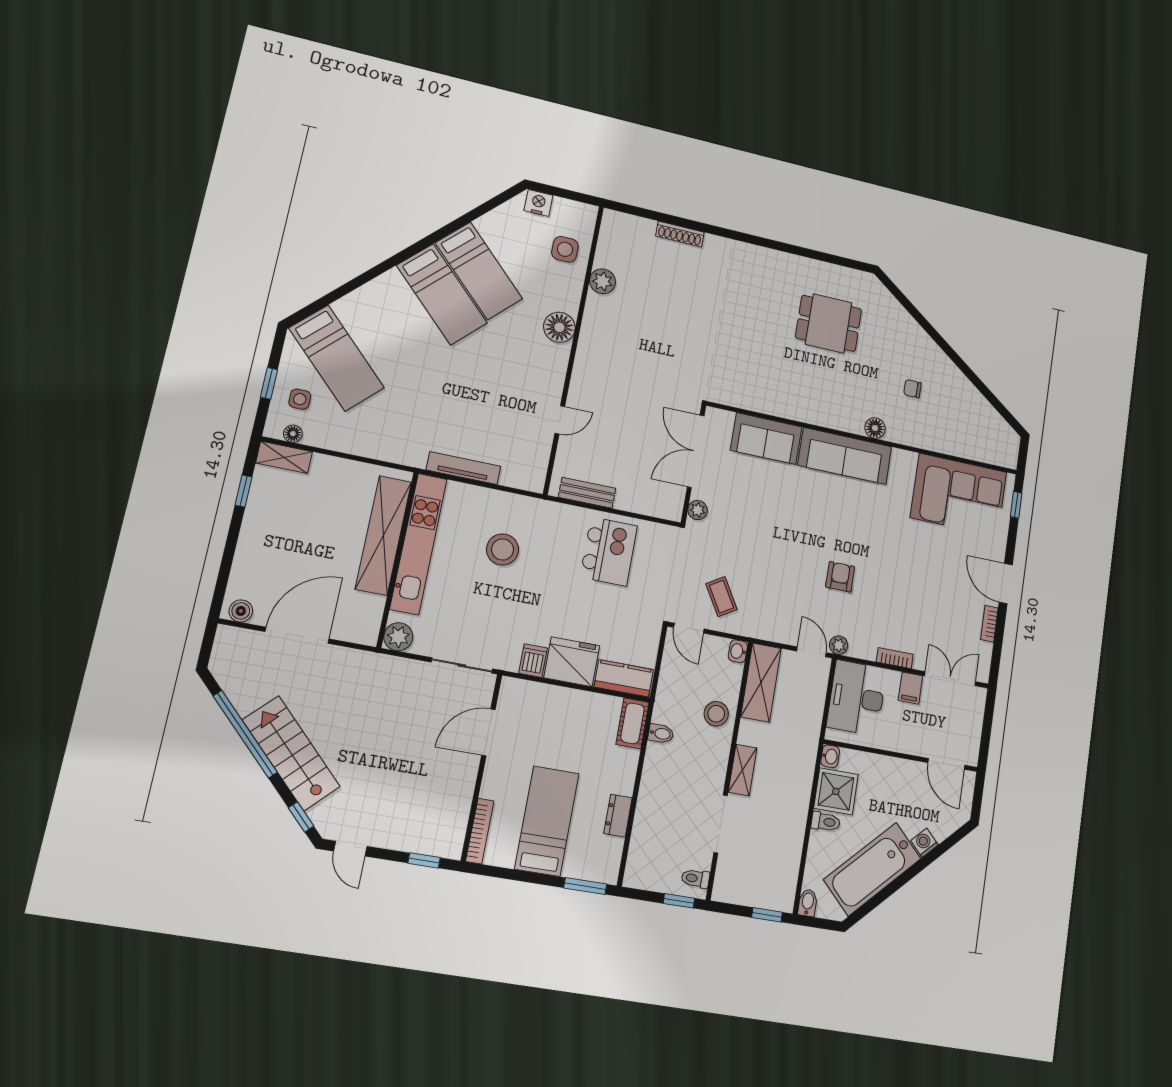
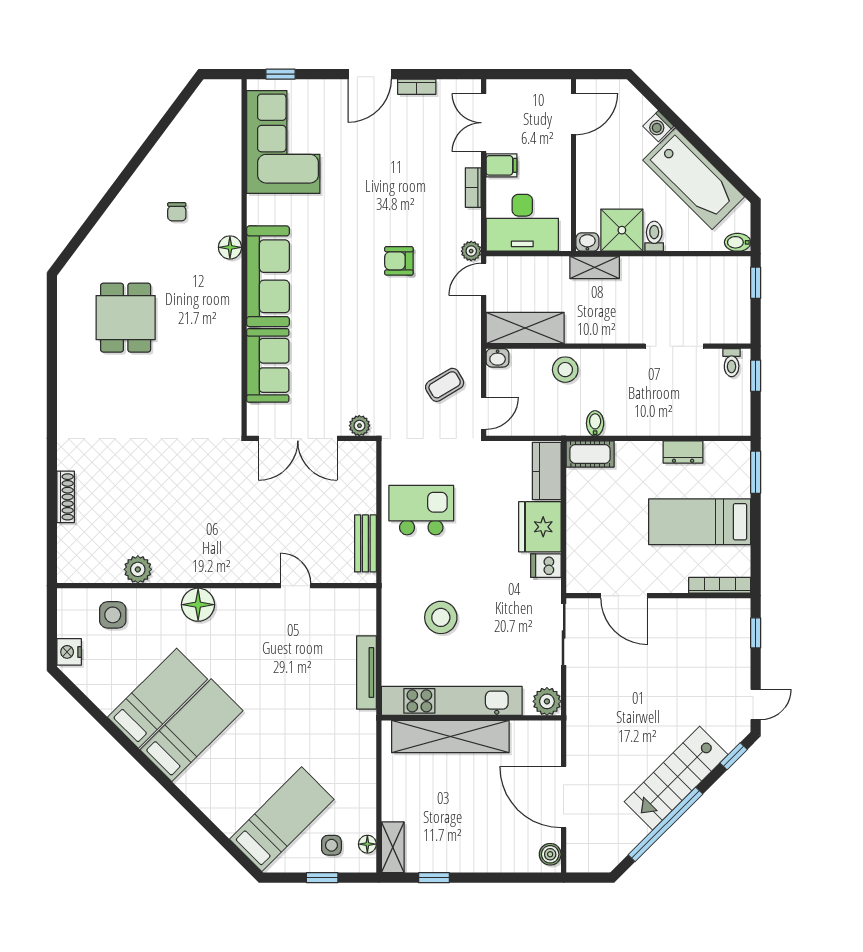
shelving: (743, 770) -> (595, 267), moved

